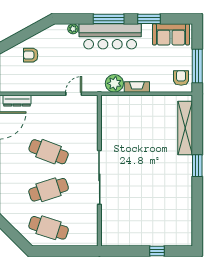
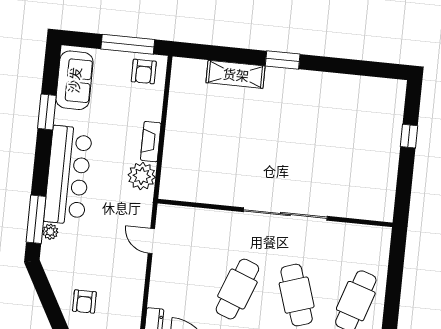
window: (109, 19) -> (36, 219), moved
armchair: (181, 78) -> (144, 72), turned -90
shelving: (185, 128) -> (236, 74), width x0.68

